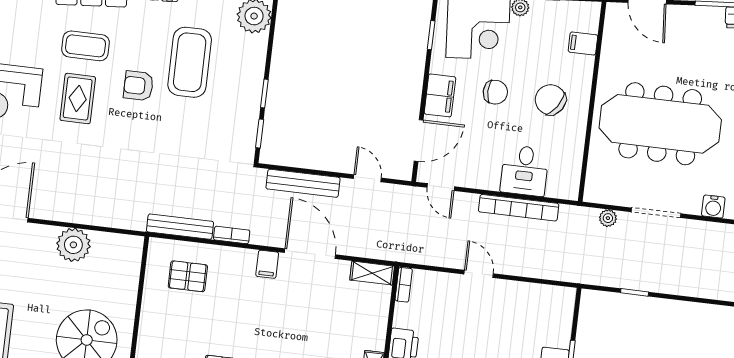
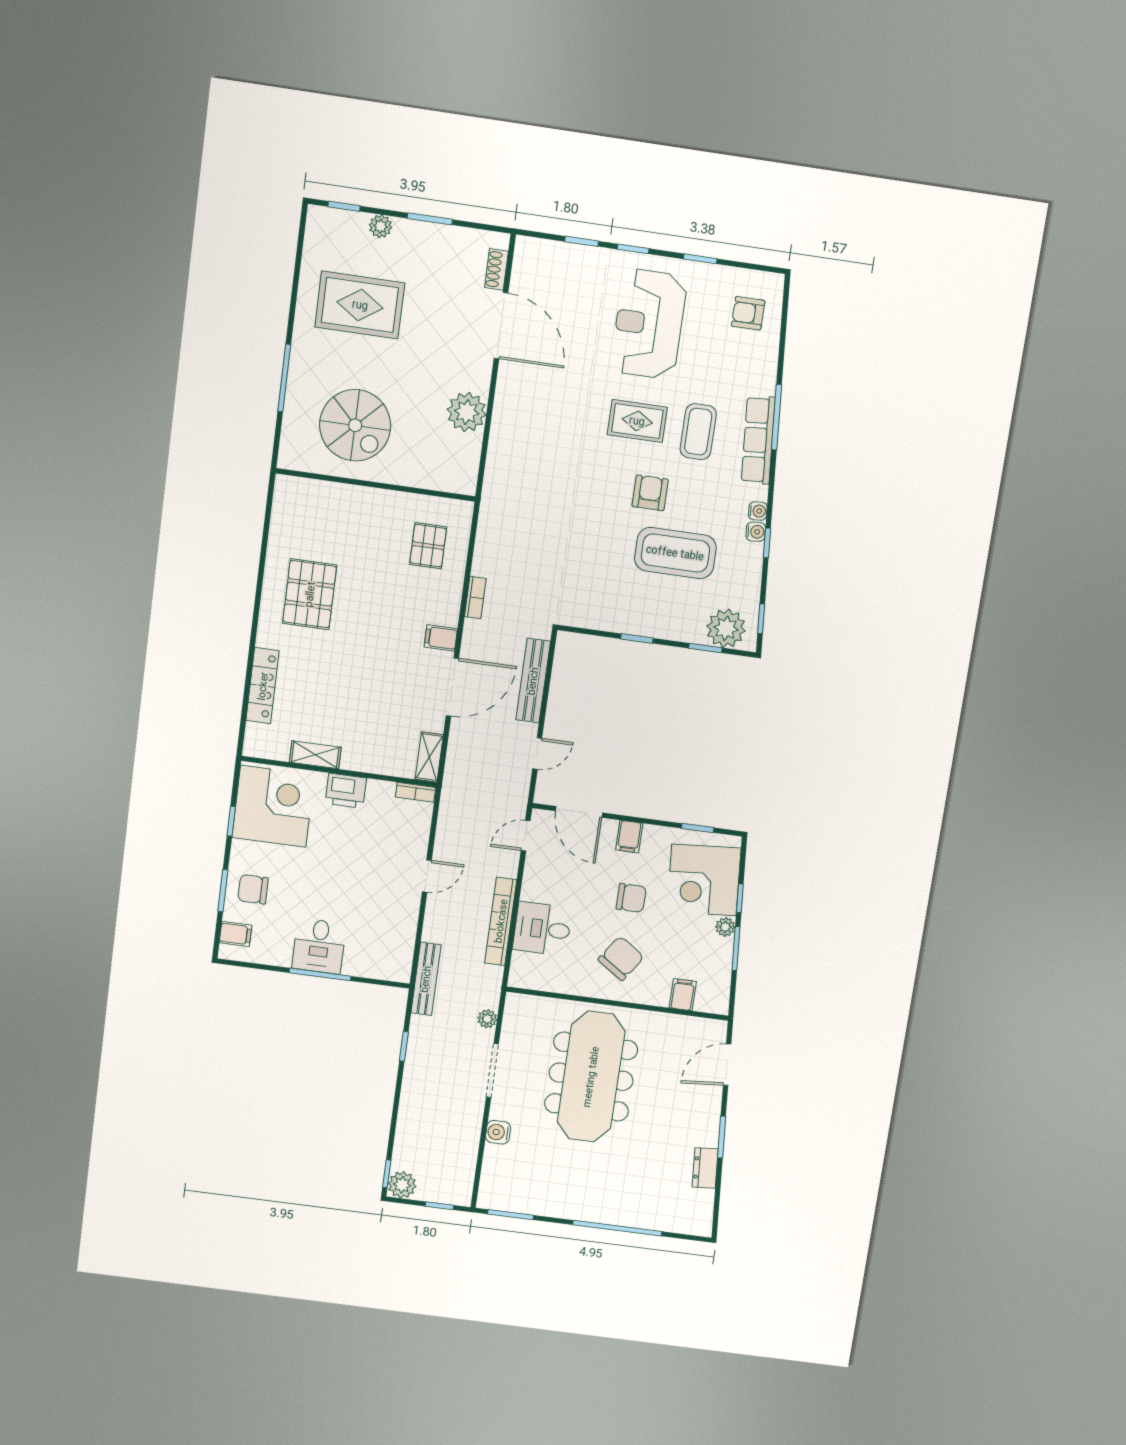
chair: (495, 92) -> (631, 898), turned -90
filing cabinet: (440, 95) -> (629, 837), width x0.50
window: (260, 134) -> (705, 648), moved
bench: (180, 227) -> (426, 979), moved

